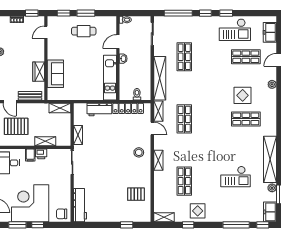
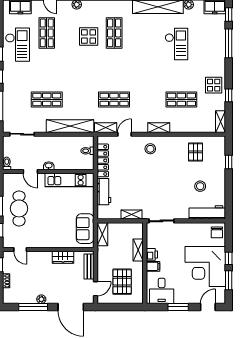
cafe table: (84, 31) -> (19, 208), width x1.37, depth x1.35
sofa: (55, 74) -> (85, 229), moved, turned -90
stool: (104, 198) -> (200, 186), added

